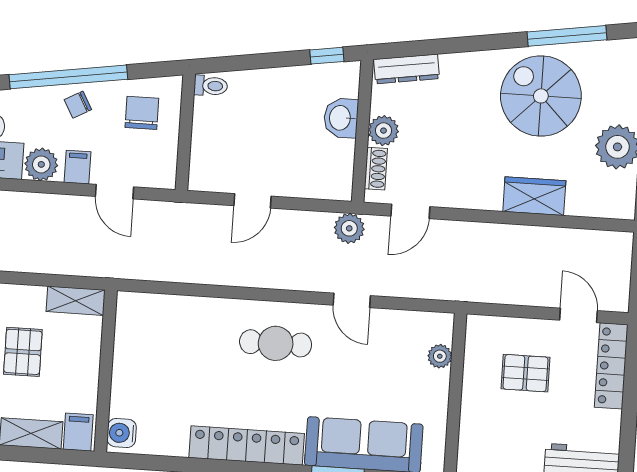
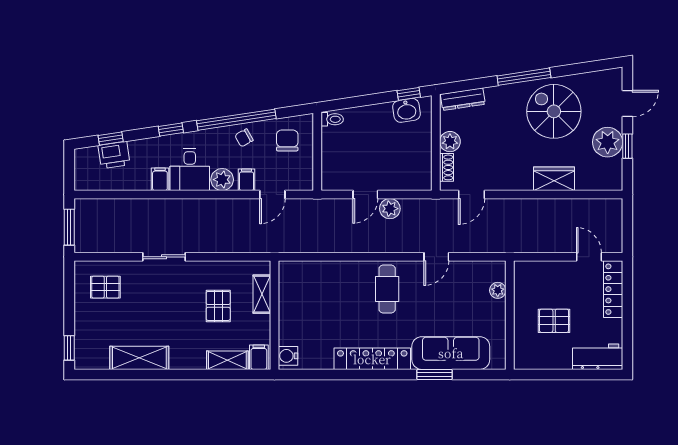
window: (567, 36) -> (524, 77), moved
washbasin: (341, 118) -> (407, 110), moved, turned -99
door: (115, 192) -> (272, 195), hinge flipped
plant: (349, 228) -> (390, 209), moved
door: (352, 300) -> (436, 257), hinge flipped
shelving: (76, 301) -> (262, 294), moved, turned 90
cafe table: (276, 343) -> (387, 289), turned 90
pallet: (525, 373) -> (554, 321), moved

